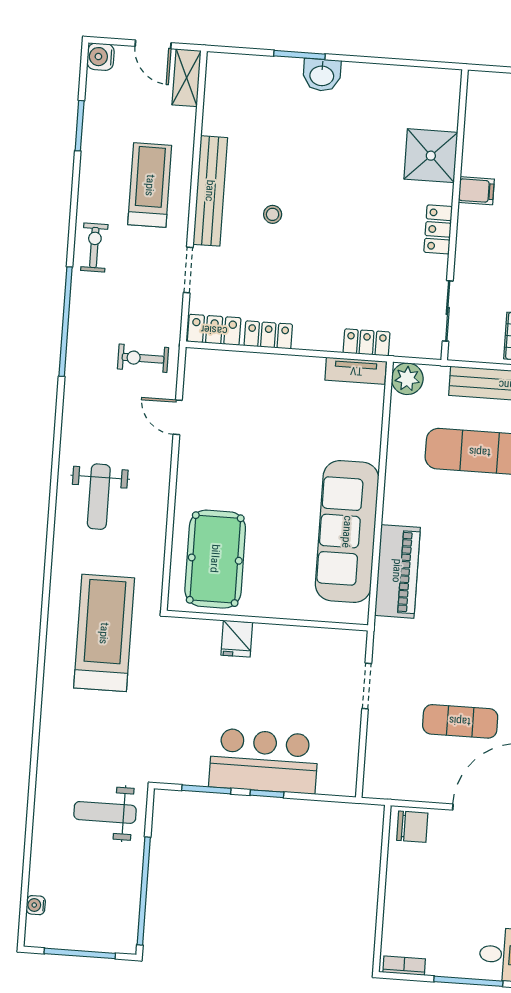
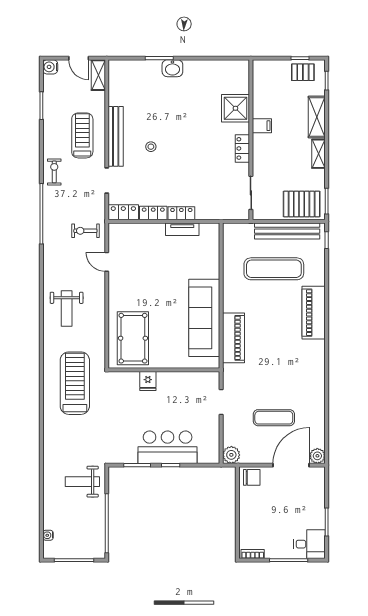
locker: (367, 342) -> (181, 213), moved
tv unit: (356, 371) -> (182, 229), moved
plant: (407, 379) -> (231, 455), moved

